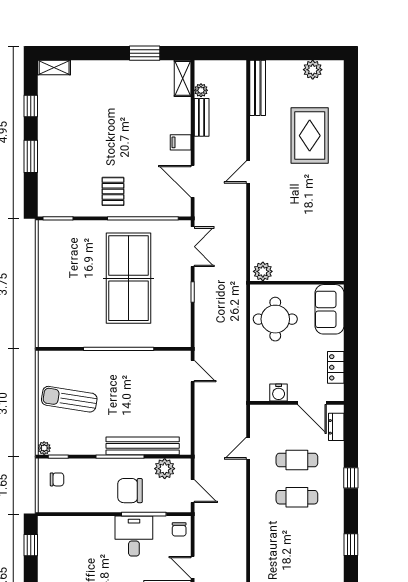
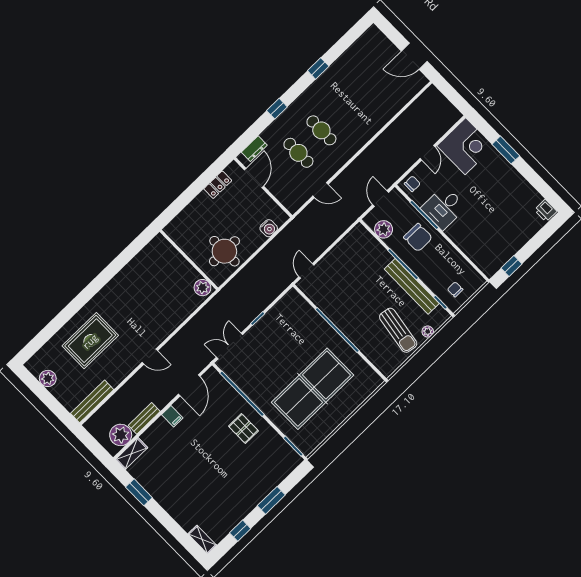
plant: (201, 90) -> (121, 435), width x1.87, depth x1.87
pallet: (113, 191) -> (243, 428), turned 90
table tennis table: (128, 278) -> (312, 389), moved
sofa: (329, 309) -> (186, 224), removed
water cooler: (279, 392) -> (269, 228), moved, turned 90
bench: (143, 446) -> (412, 286), moved
plant: (44, 448) -> (428, 332), moved

